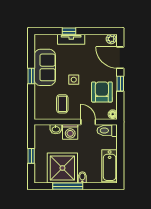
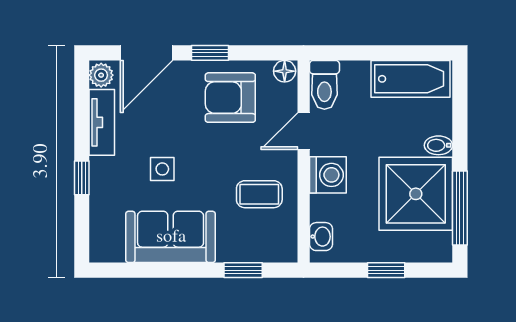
tv unit: (71, 39) -> (102, 122), moved
window: (31, 76) -> (243, 270), moved
side table: (74, 80) -> (162, 169), moved
washbasin: (56, 129) -> (321, 237), moved
window: (68, 186) -> (460, 208), moved

